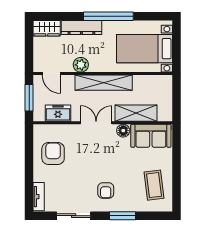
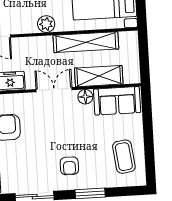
plant: (81, 65) -> (46, 24), moved
shelving: (104, 83) -> (86, 42), moved

